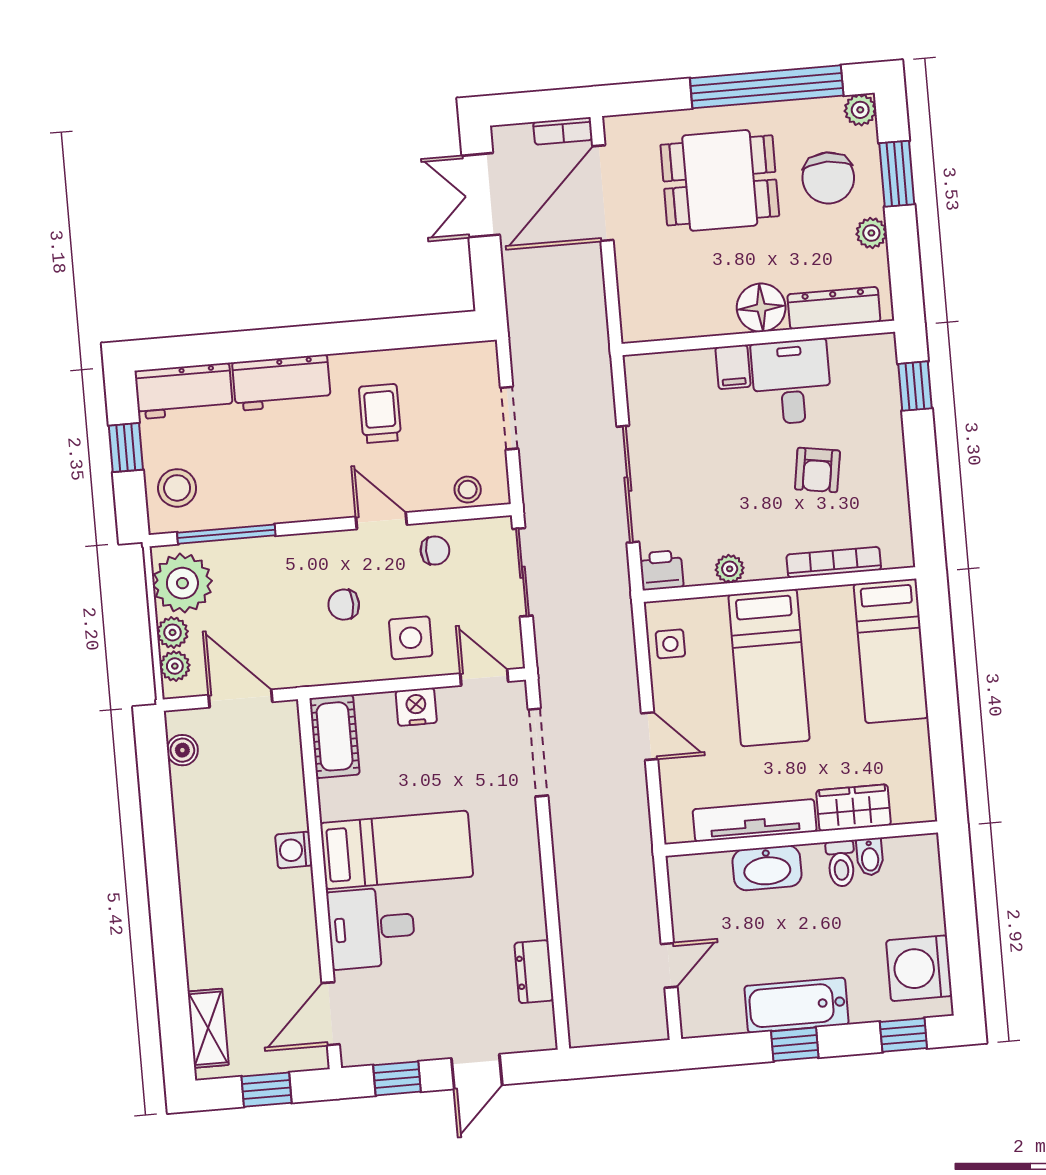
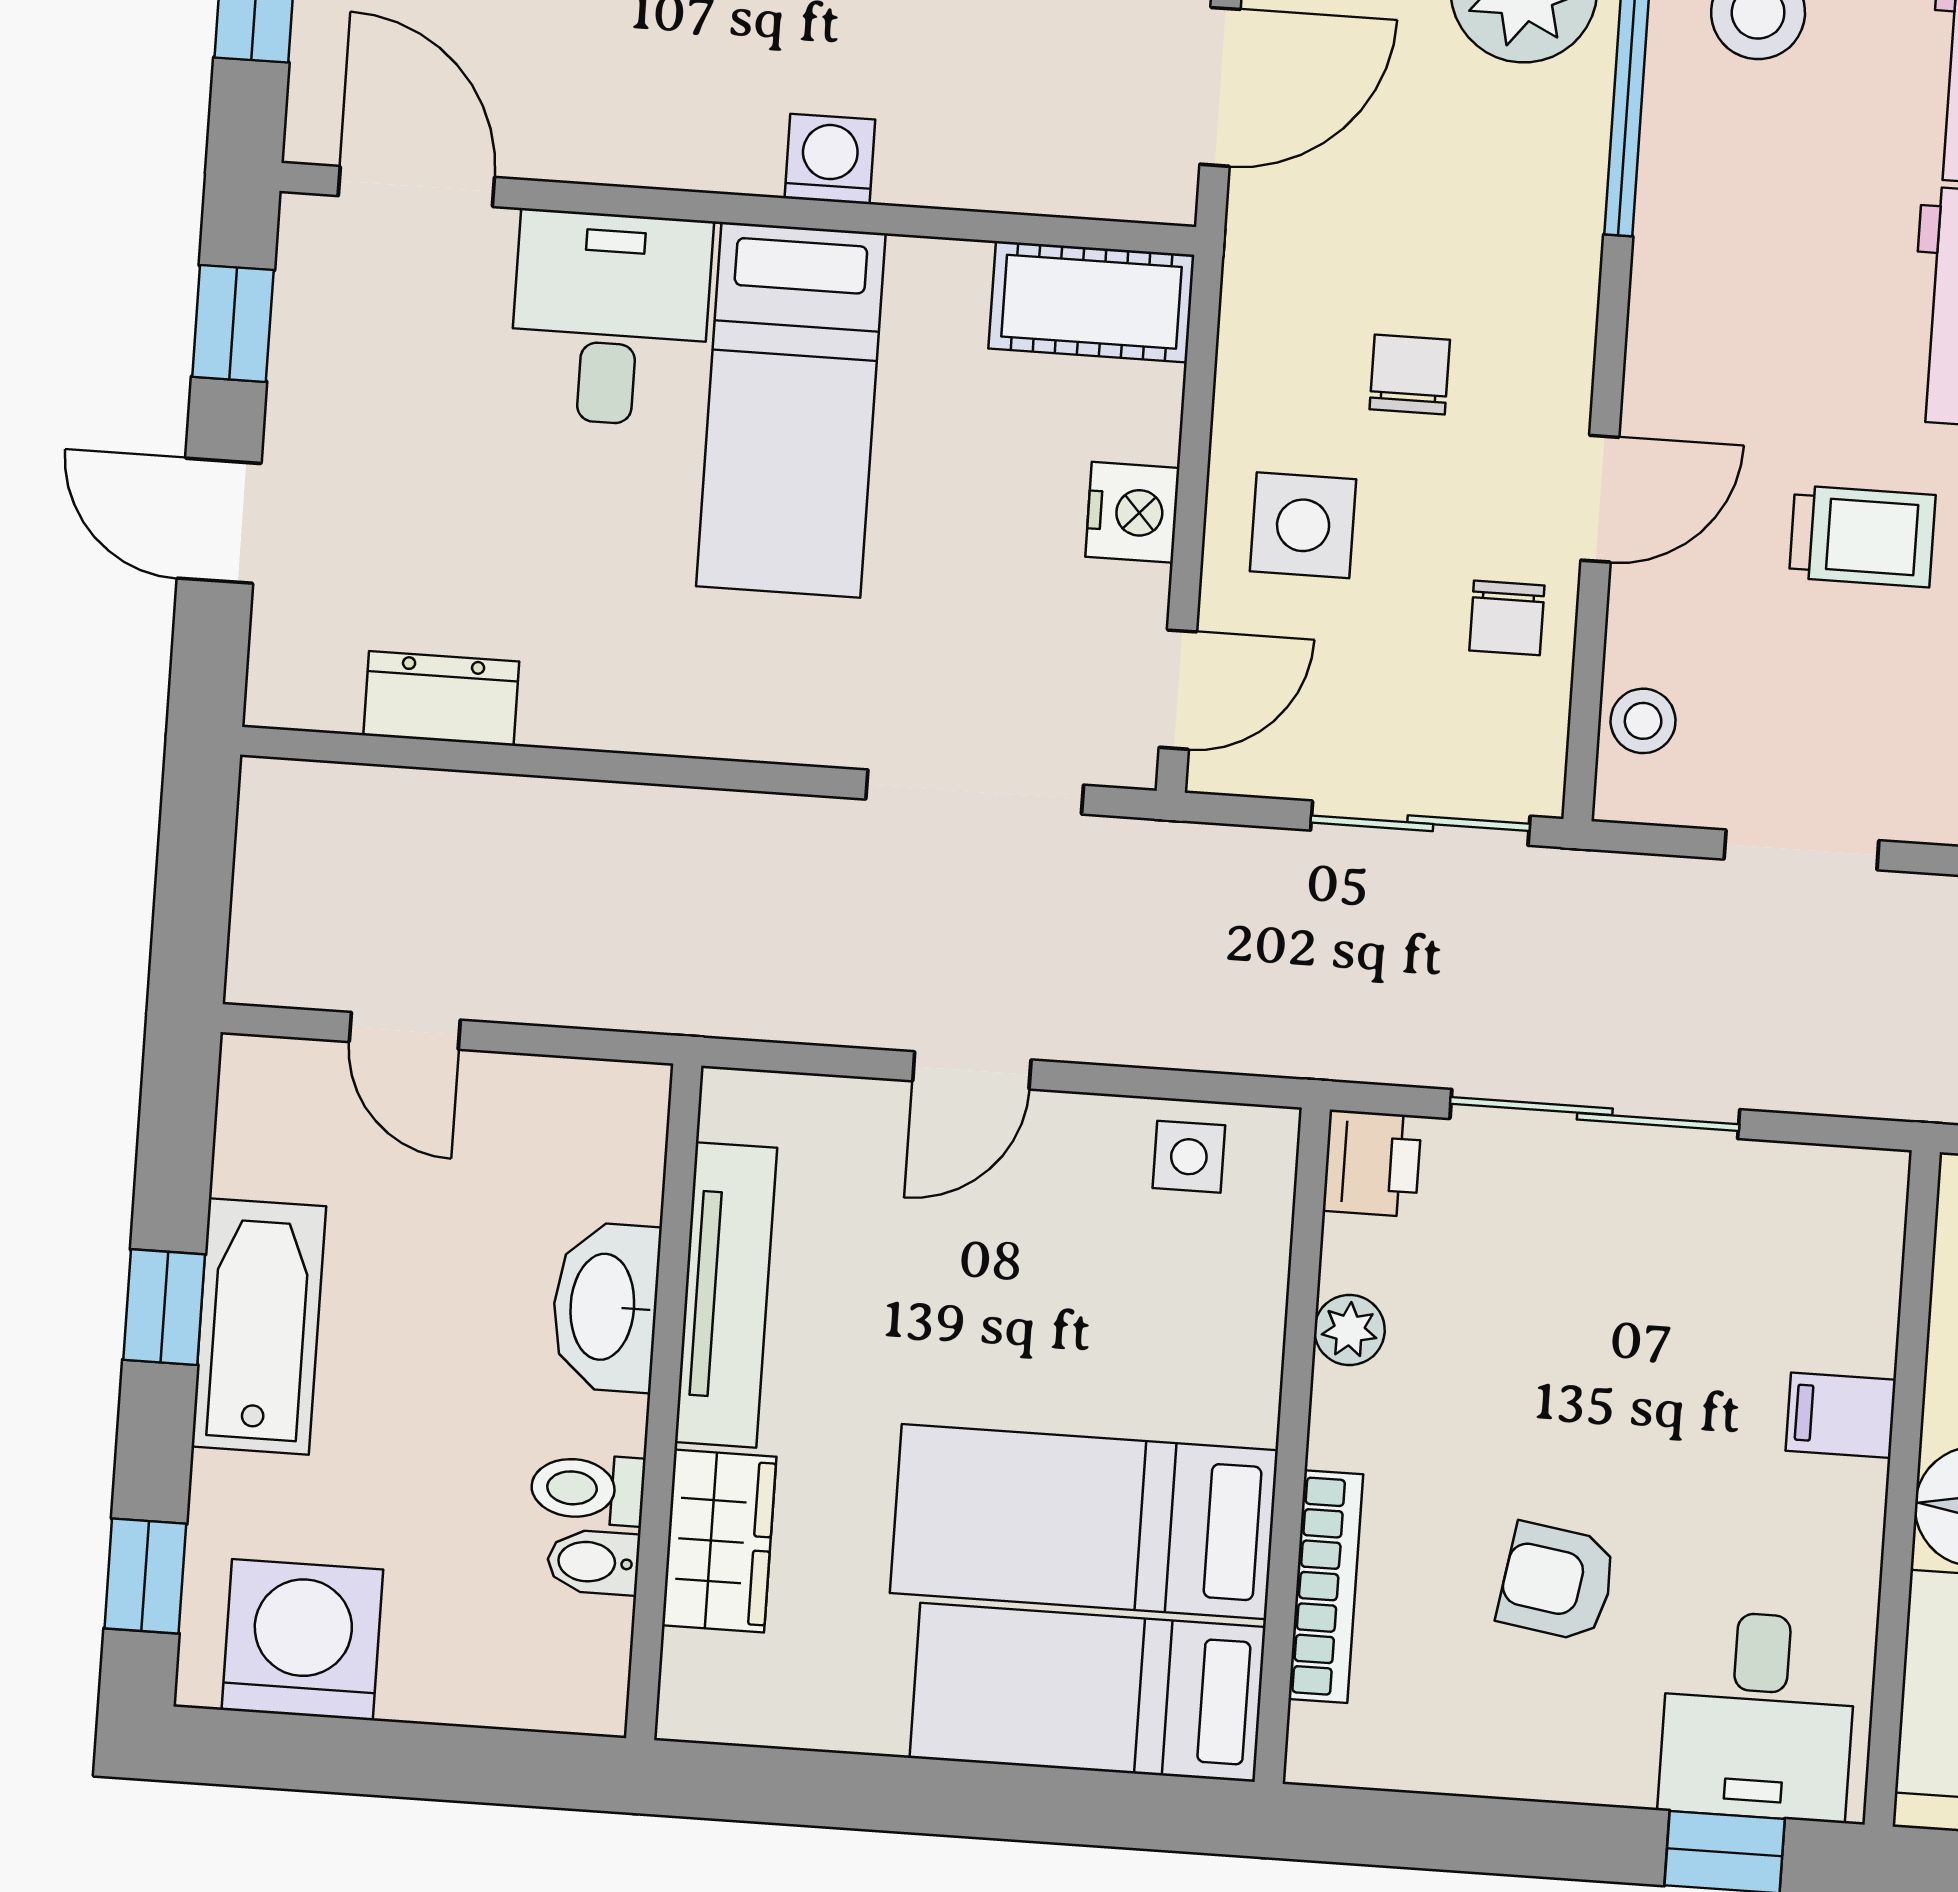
desk: (791, 382) -> (1758, 1716), moved, turned 90
bed: (769, 668) -> (1084, 1522), moved

